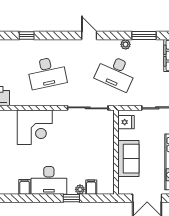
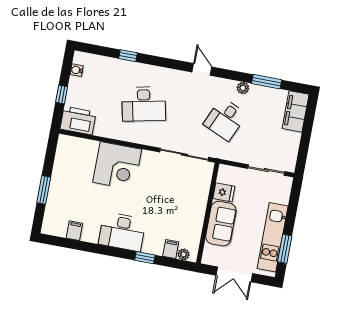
desk: (116, 73) -> (225, 119), width x0.73
fridge: (126, 122) -> (224, 192), moved
filing cabinet: (25, 187) -> (74, 231), moved
plant: (80, 189) -> (183, 254), moved

